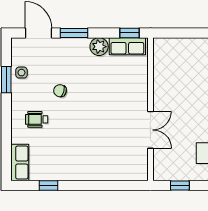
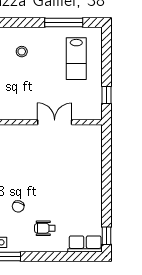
wheelchair: (37, 119) -> (45, 228), turned 90
window: (48, 186) -> (107, 236), moved

